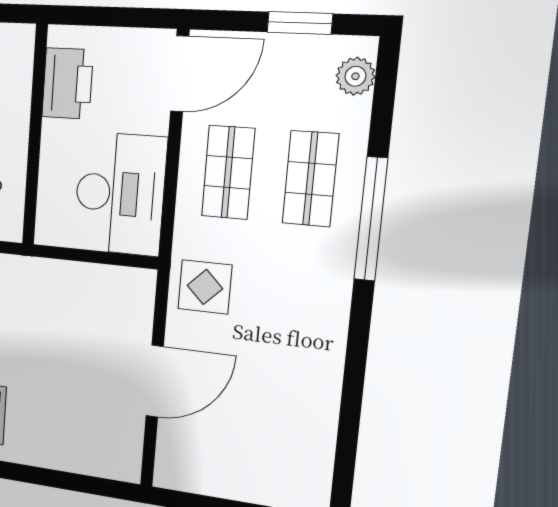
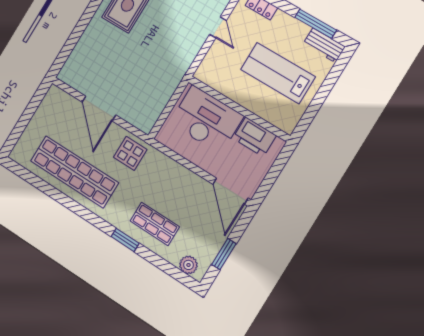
shop shelf: (228, 172) -> (74, 172), moved, width x2.00, depth x1.36
desk: (120, 194) -> (206, 120), moved, turned 180
window: (371, 219) -> (125, 240), width x0.47

